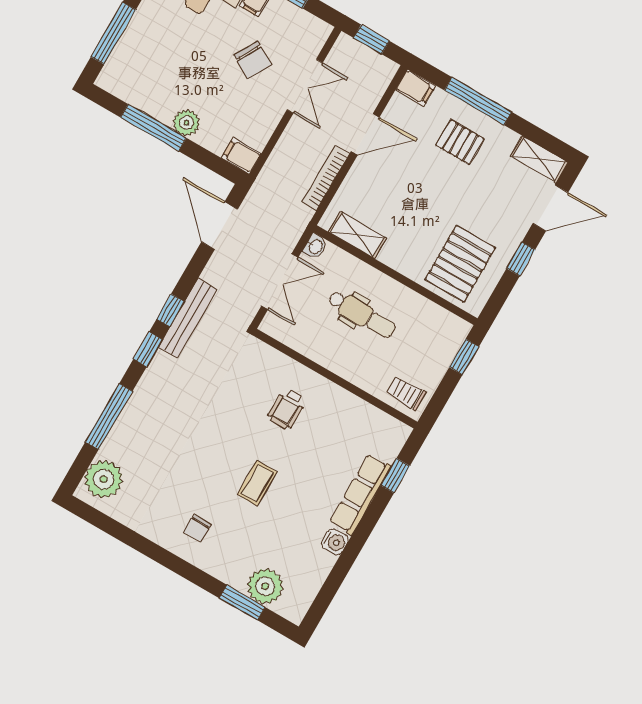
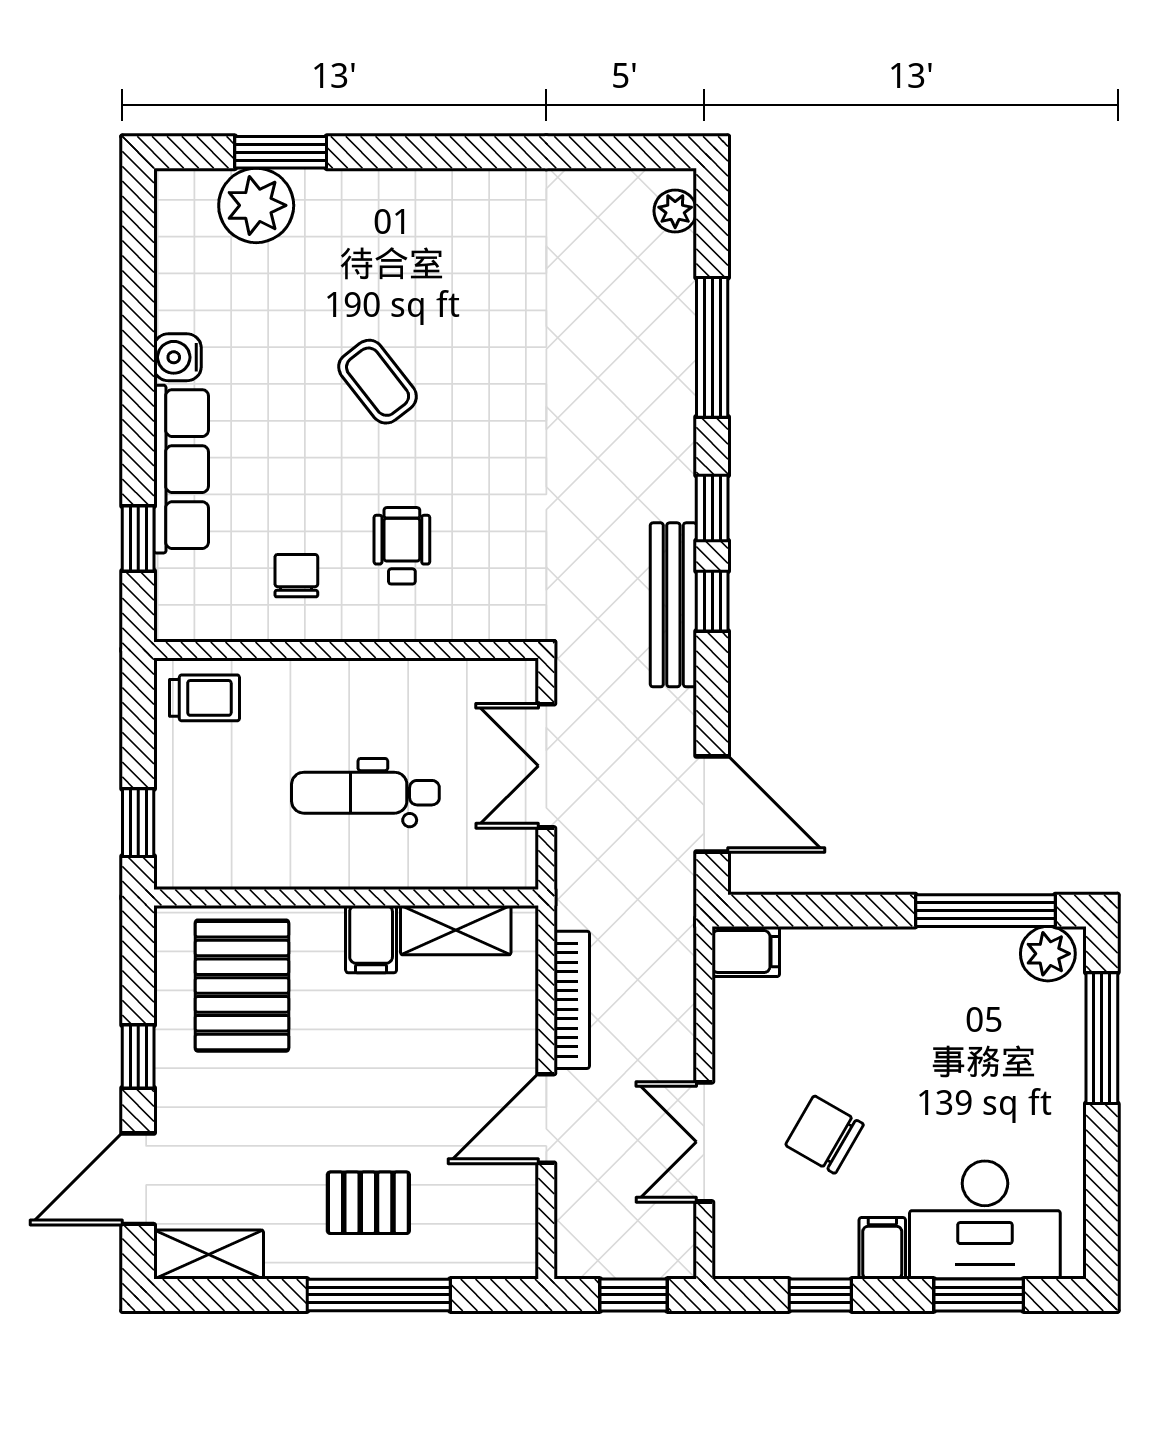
filing cabinet: (415, 88) -> (371, 939), moved, turned -90
plant: (187, 123) -> (1048, 954), moved
window: (153, 128) -> (985, 911), moved
washbasin: (315, 246) -> (519, 866), removed
plant: (104, 479) -> (675, 211), width x0.53, depth x0.53
coffee table: (257, 483) -> (378, 382), turned -38
chair: (197, 528) -> (296, 576), moved

